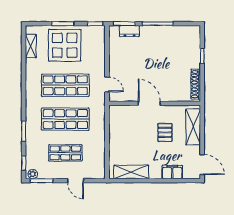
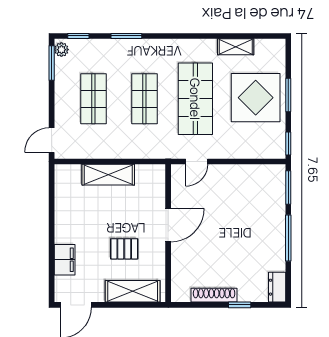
dresser: (129, 31) -> (277, 287), moved
shelving: (31, 46) -> (236, 47), moved
shoe rack: (196, 84) -> (214, 295), moved
shop shelf: (65, 119) -> (144, 99), width x0.70, depth x0.74
shelving: (131, 172) -> (108, 175), moved, turned 90
door: (76, 181) -> (52, 140), moved

